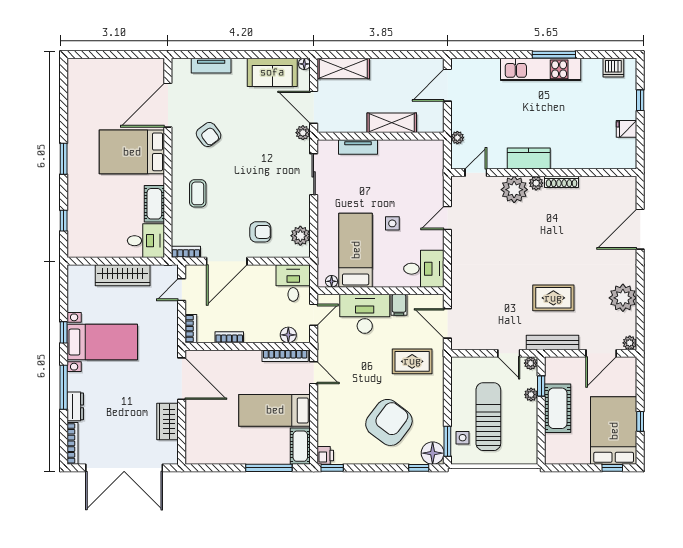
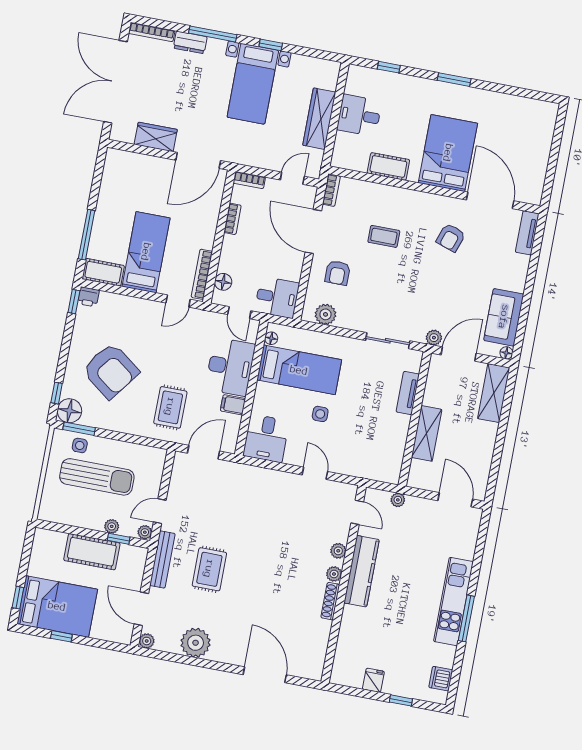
tv unit: (211, 66) -> (527, 233), moved
armchair: (209, 135) -> (451, 238), turned -34
kitchen counter: (529, 158) -> (362, 571), width x1.50
plant: (514, 190) -> (338, 551), width x0.53, depth x0.53
coffee table: (198, 193) -> (384, 236), moved
desk: (146, 241) -> (359, 115), moved, turned 90
door: (182, 290) -> (292, 178), hinge flipped

